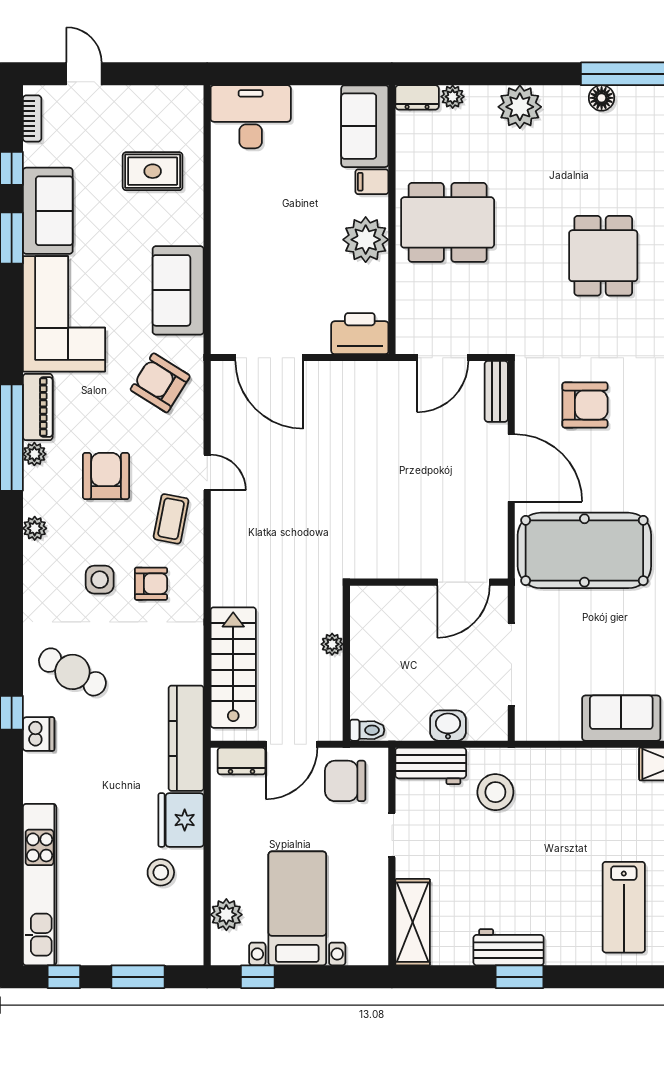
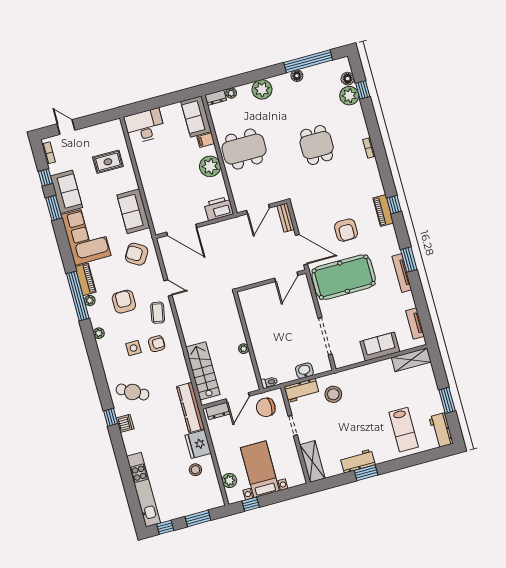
armchair: (585, 405) -> (346, 230), moved, turned 90
wall: (429, 582) -> (271, 281), moved
door: (464, 582) -> (286, 277), moved

